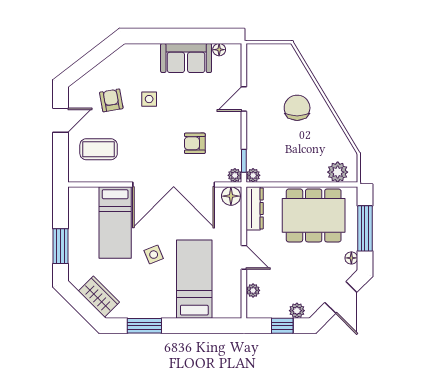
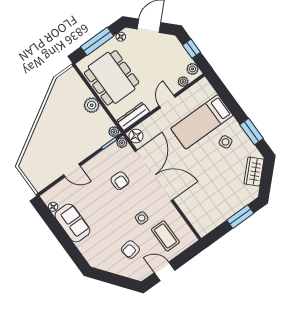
side table: (149, 99) -> (142, 218), moved
chair: (297, 108) -> (54, 135), removed
plant: (338, 172) -> (92, 105), moved
bed: (115, 223) -> (202, 194), removed
side table: (154, 255) -> (226, 142), moved
plant: (297, 311) -> (192, 69), moved

